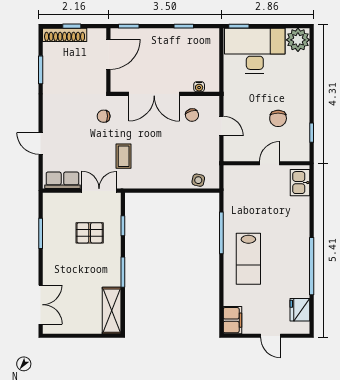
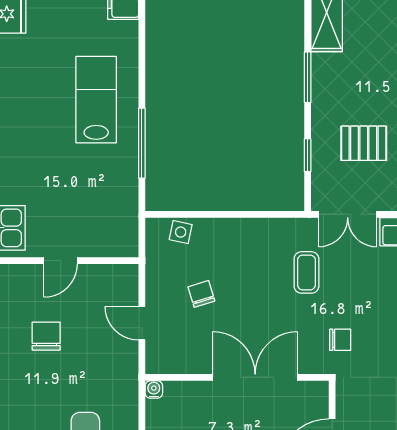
water cooler: (199, 87) -> (154, 389), moved
chair: (192, 115) -> (201, 294), moved

